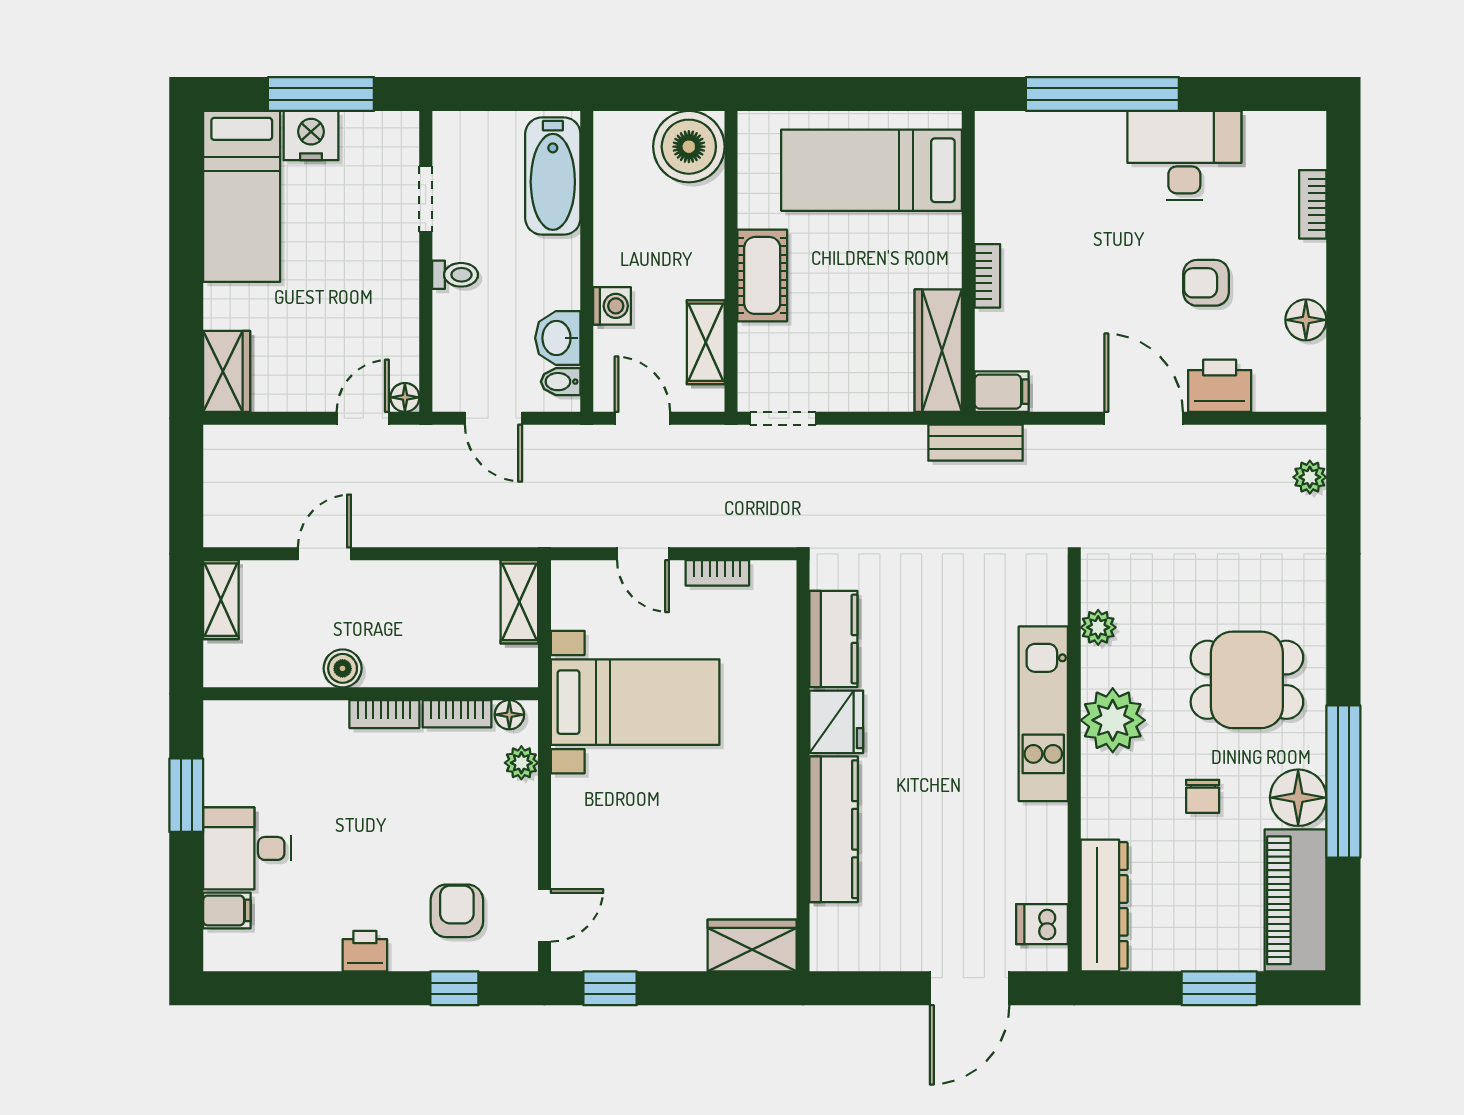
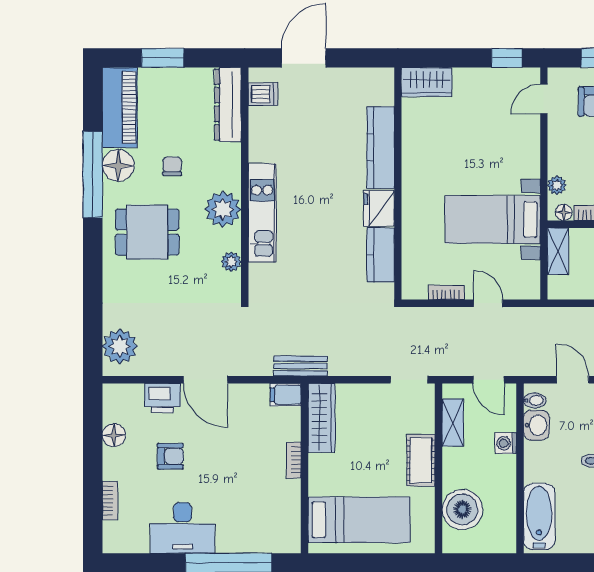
boiler: (689, 147) -> (462, 509), moved
plant: (1310, 477) -> (120, 346), width x1.87, depth x1.87
shelving: (519, 602) -> (558, 251), moved

